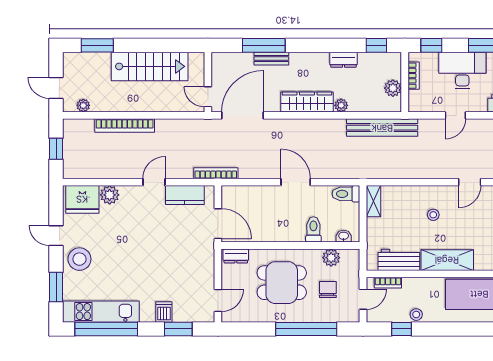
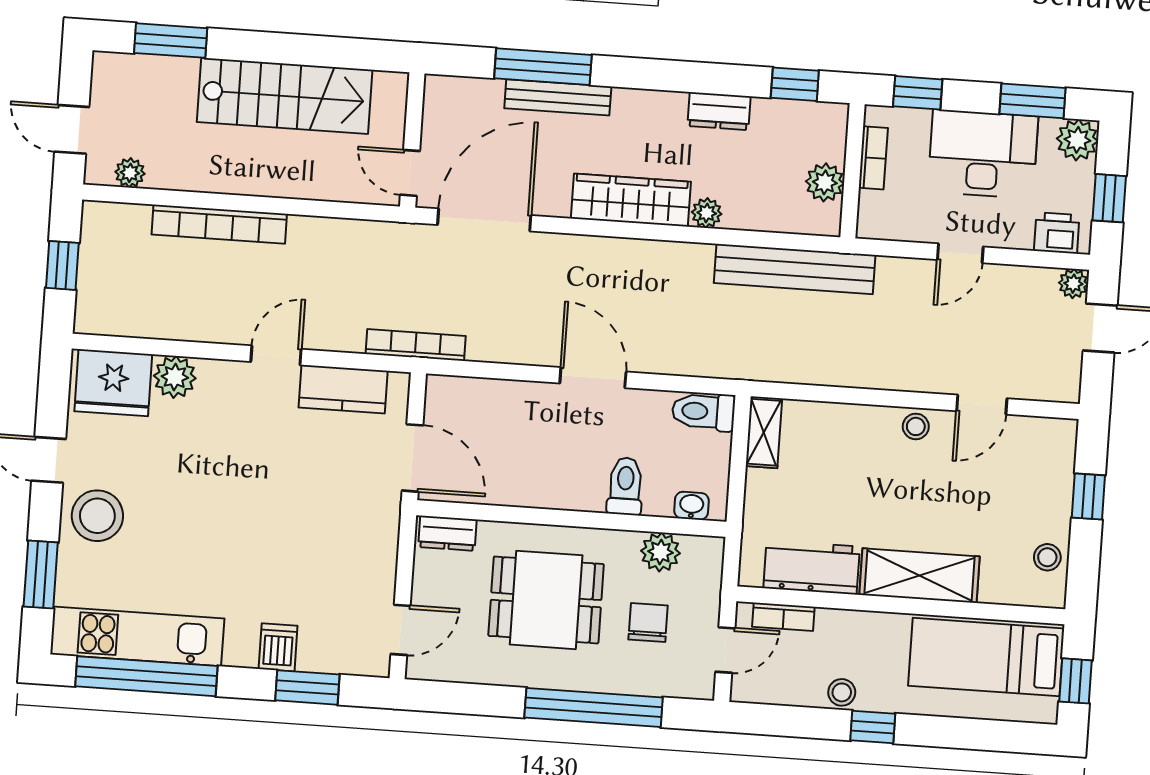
bench: (271, 59) -> (558, 97), width x1.36
stool: (433, 215) -> (916, 426), moved
window: (401, 329) -> (873, 727), moved

